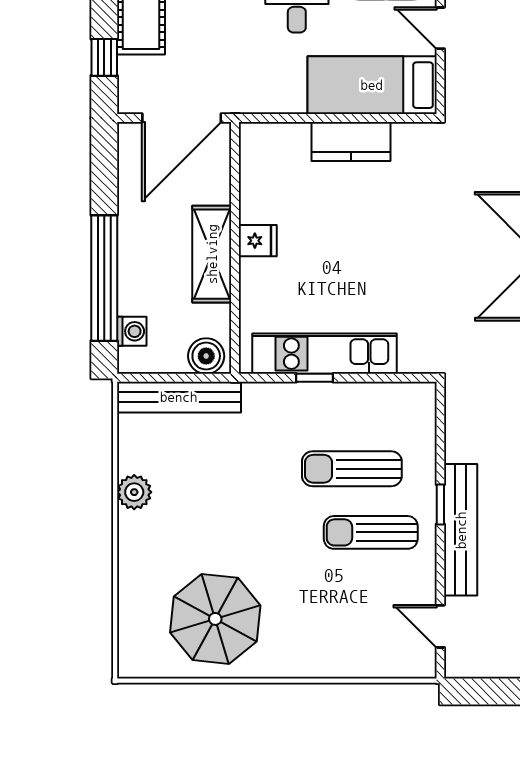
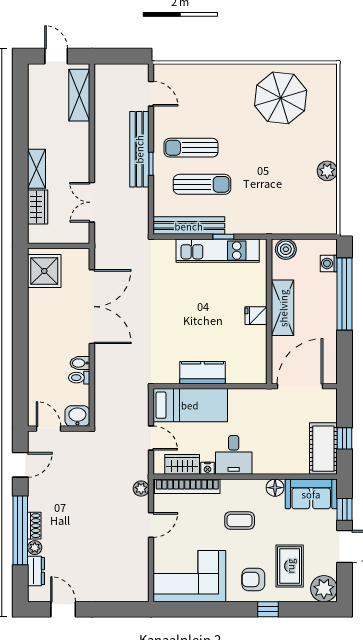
window: (104, 57) -> (344, 438), moved
bench: (179, 397) -> (189, 226), moved
sun lounger: (371, 532) -> (191, 148), turned 180

